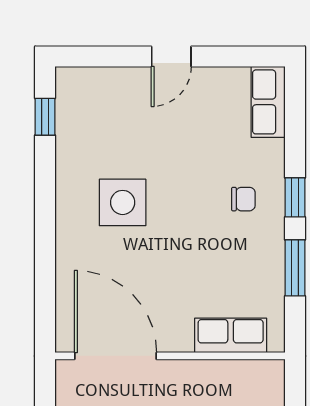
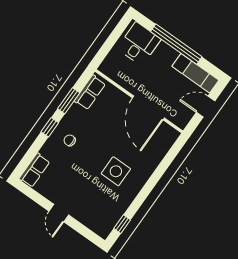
door: (171, 57) -> (59, 213), swing flipped
row of seats: (231, 335) -> (90, 92), moved, turned -90
door: (116, 356) -> (148, 108), moved

